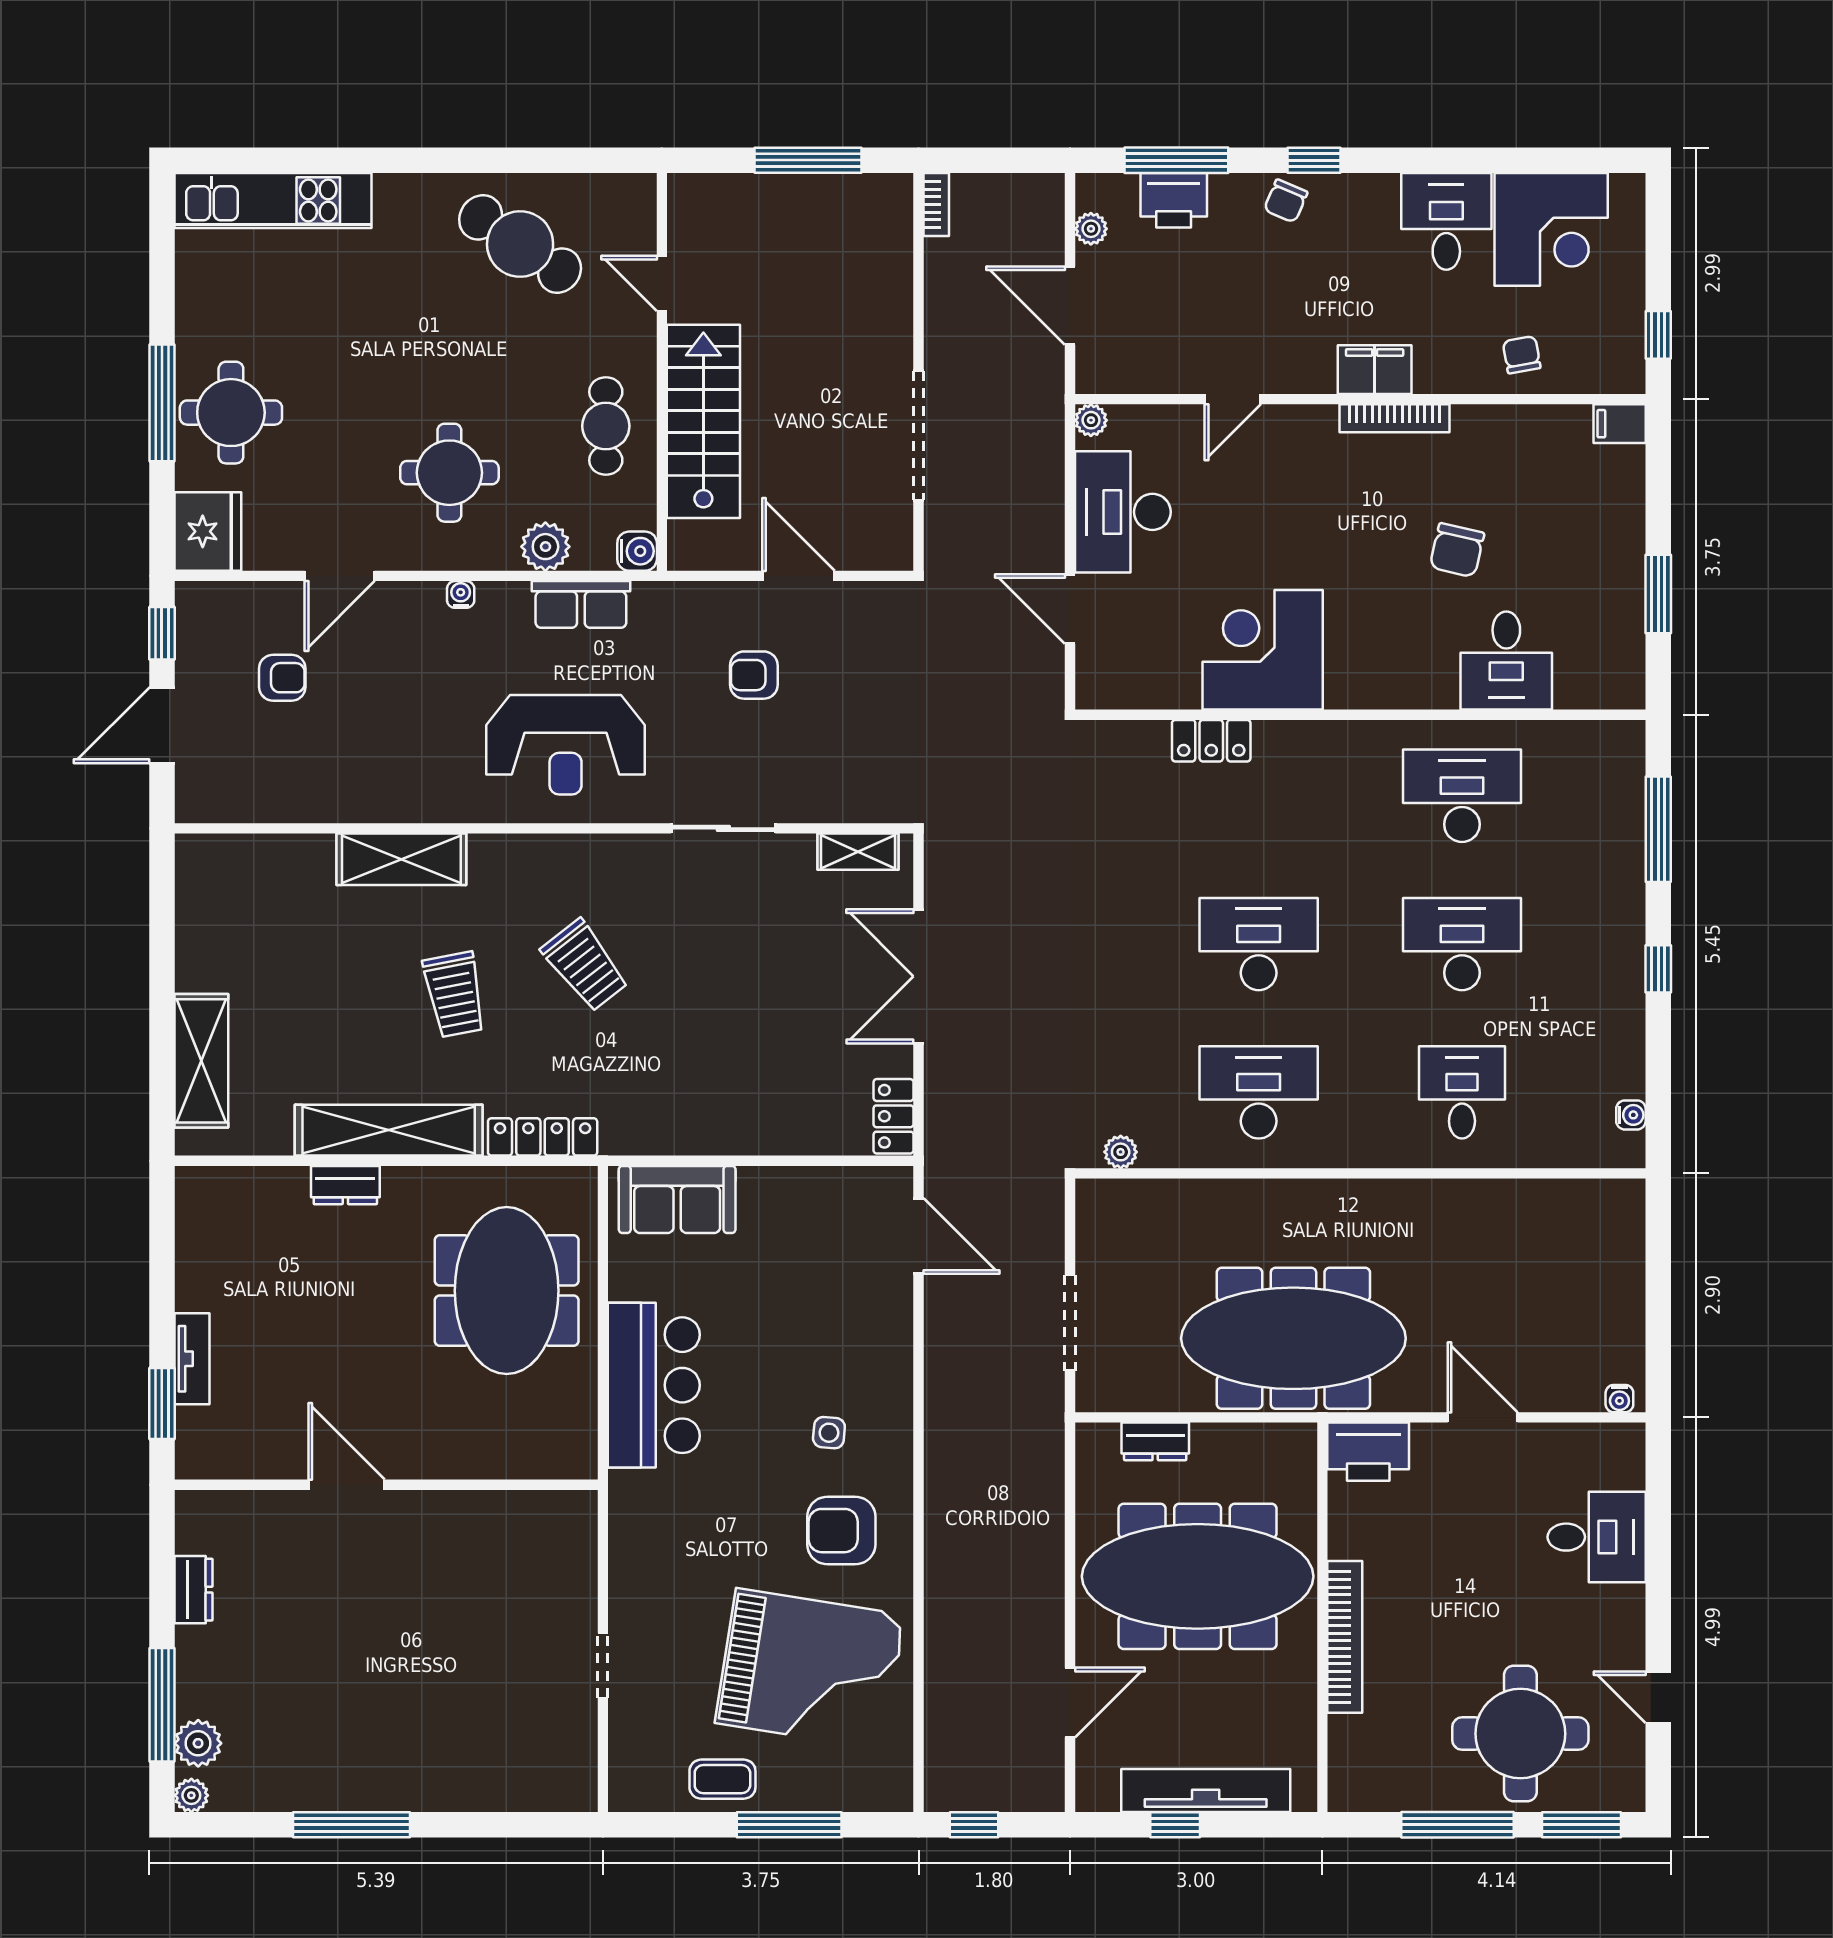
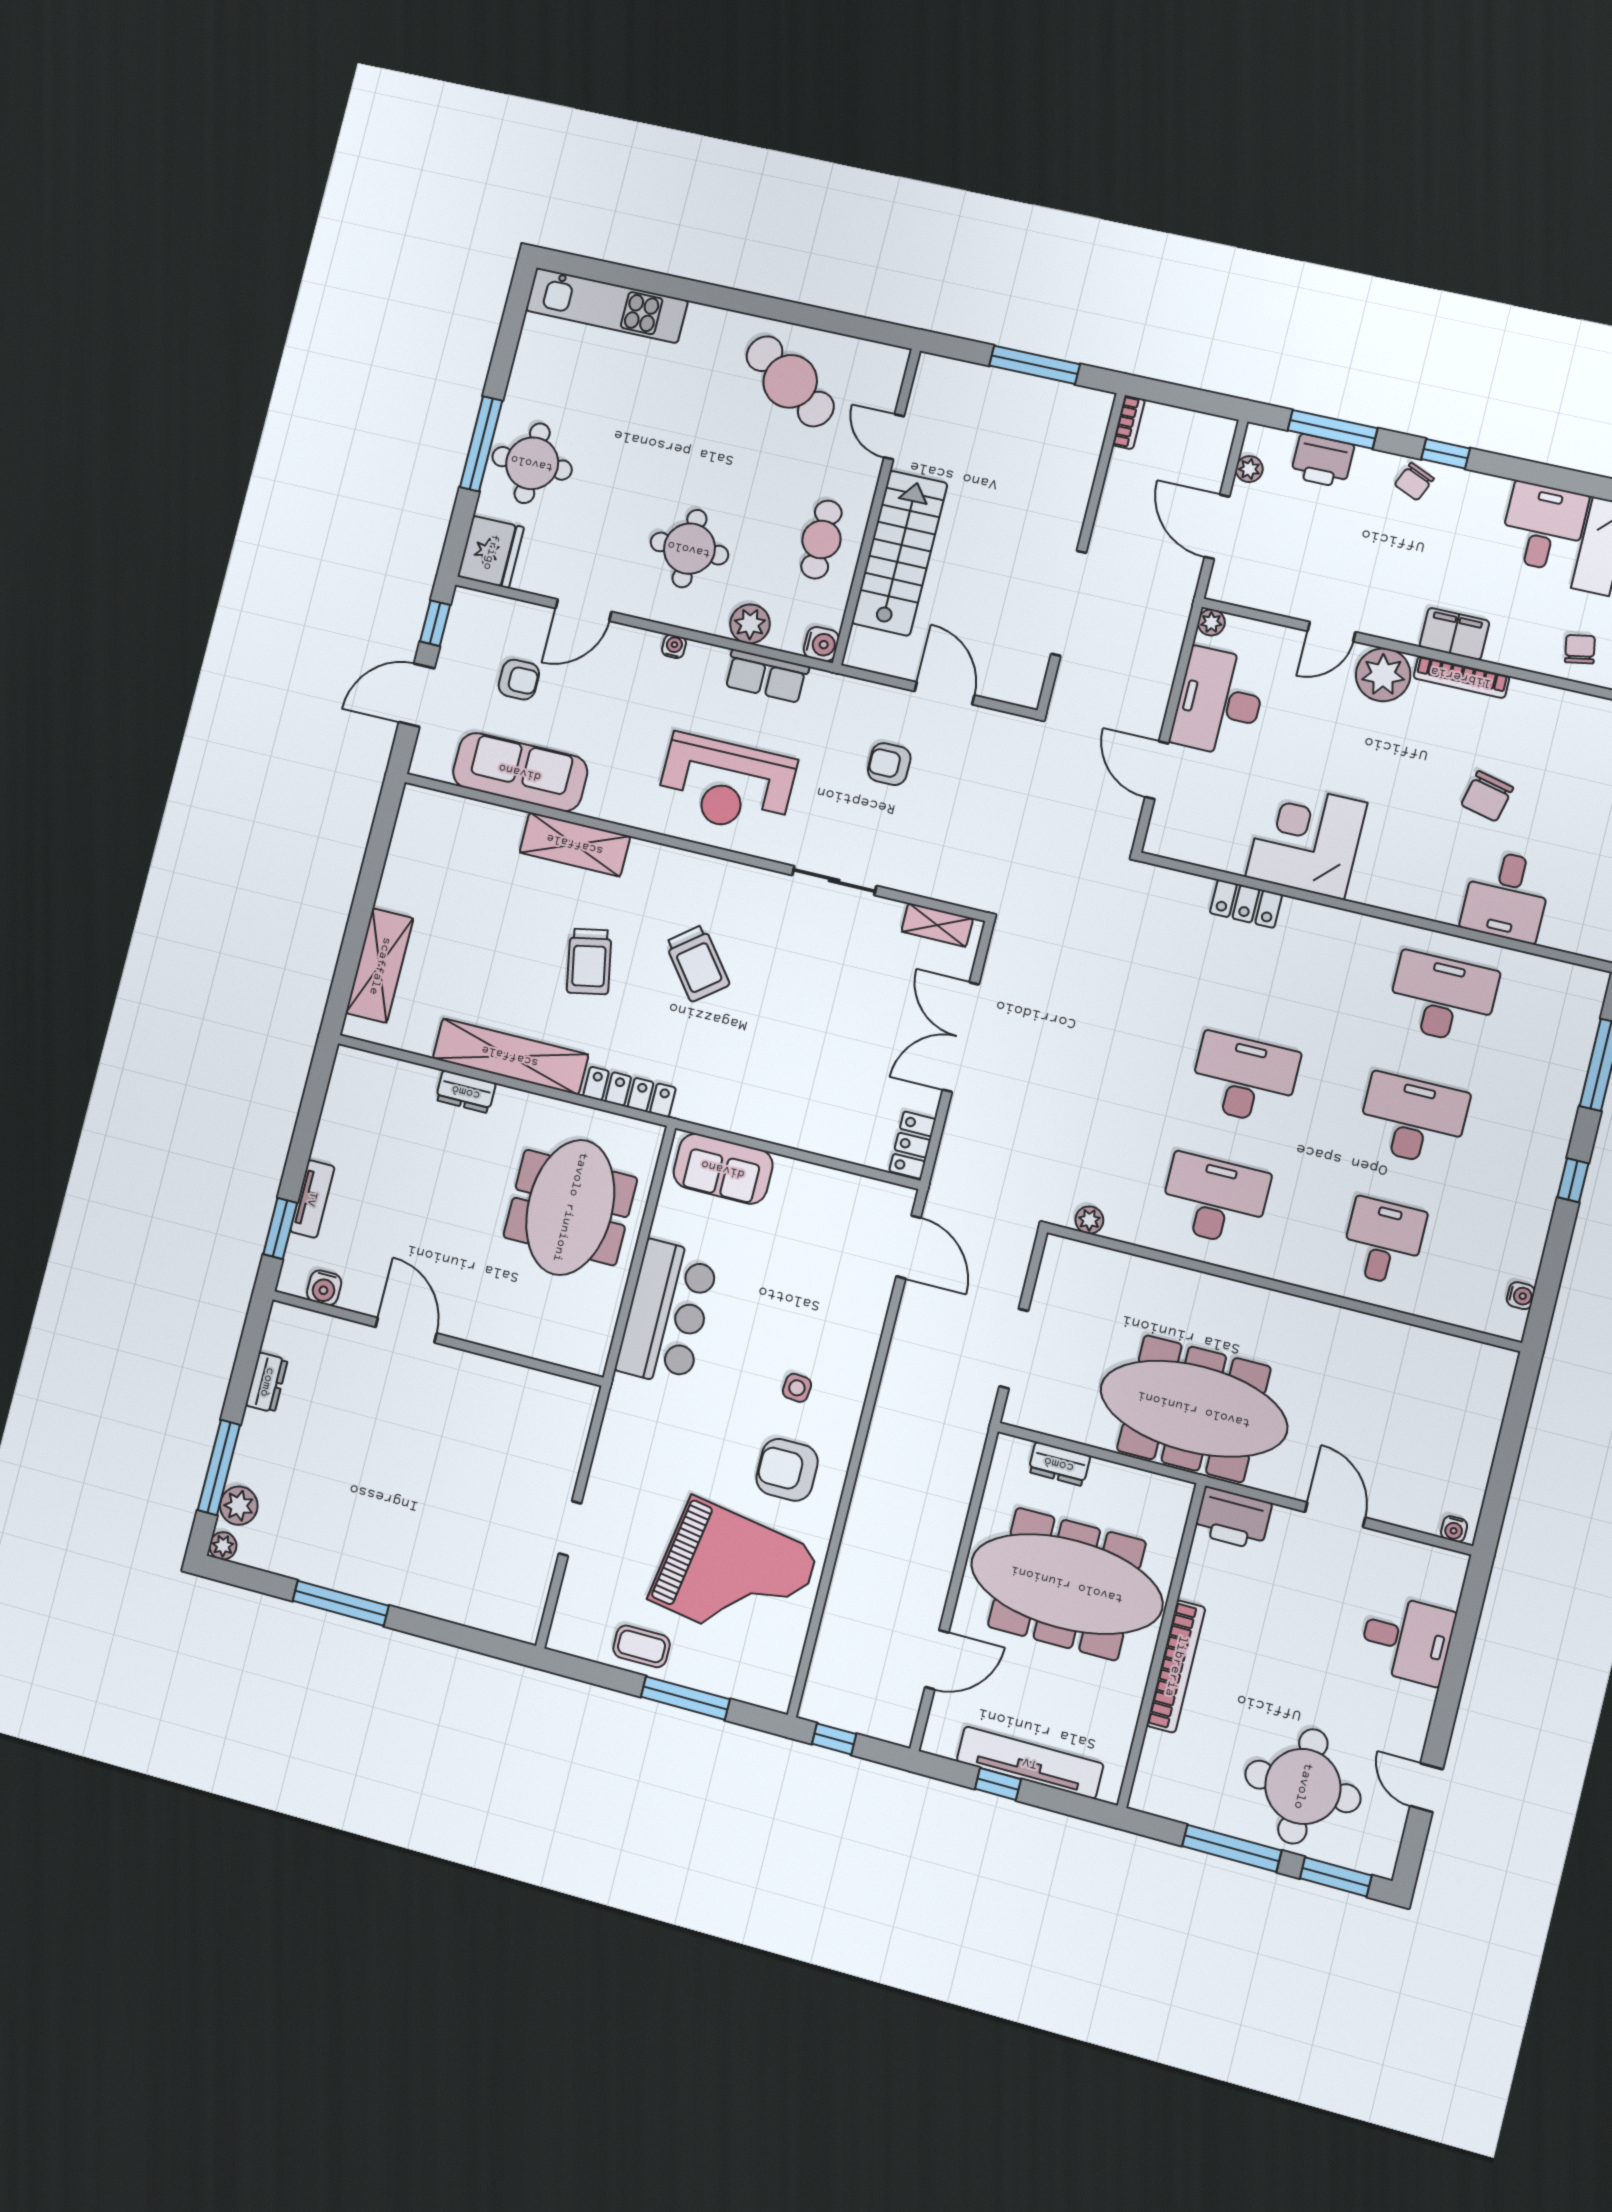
plant: (1304, 436) -> (1383, 675), added
sofa: (313, 788) -> (520, 772), added
water cooler: (234, 1460) -> (324, 1288), added

